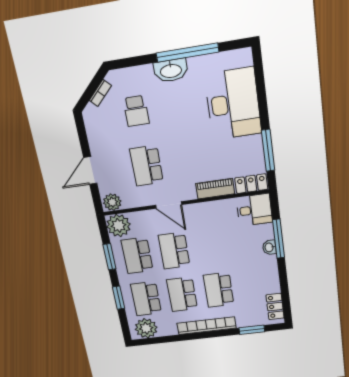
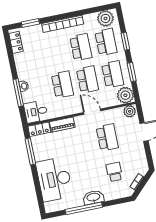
school desk: (219, 290) -> (62, 85), moved

